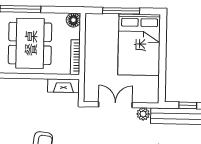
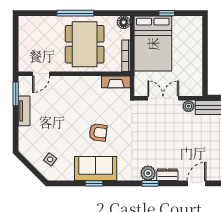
window: (121, 11) -> (167, 13), width x0.46
bed: (139, 45) -> (153, 44), moved

